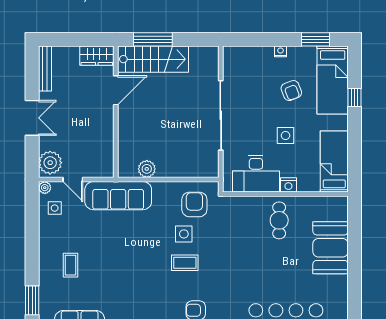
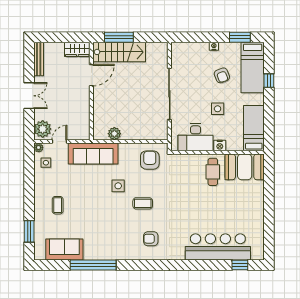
door: (73, 180) -> (59, 142), swing flipped
side table: (184, 234) -> (118, 186), moved
booth: (330, 248) -> (245, 167), moved, turned 90

